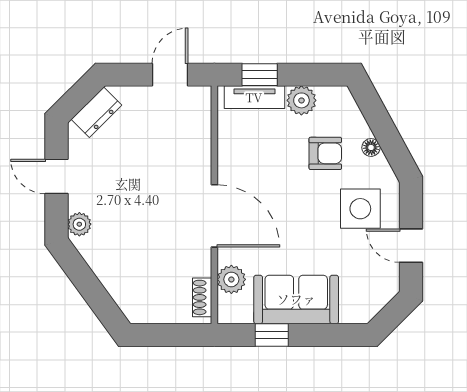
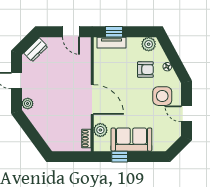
door: (170, 75) -> (71, 32), swing flipped
plant: (301, 100) -> (149, 44), moved

